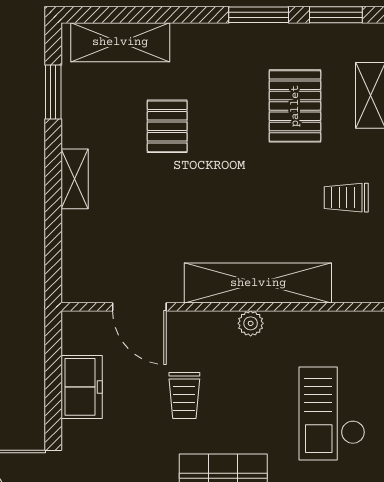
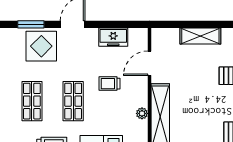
shelving: (75, 179) -> (200, 36), width x1.50, depth x1.33

